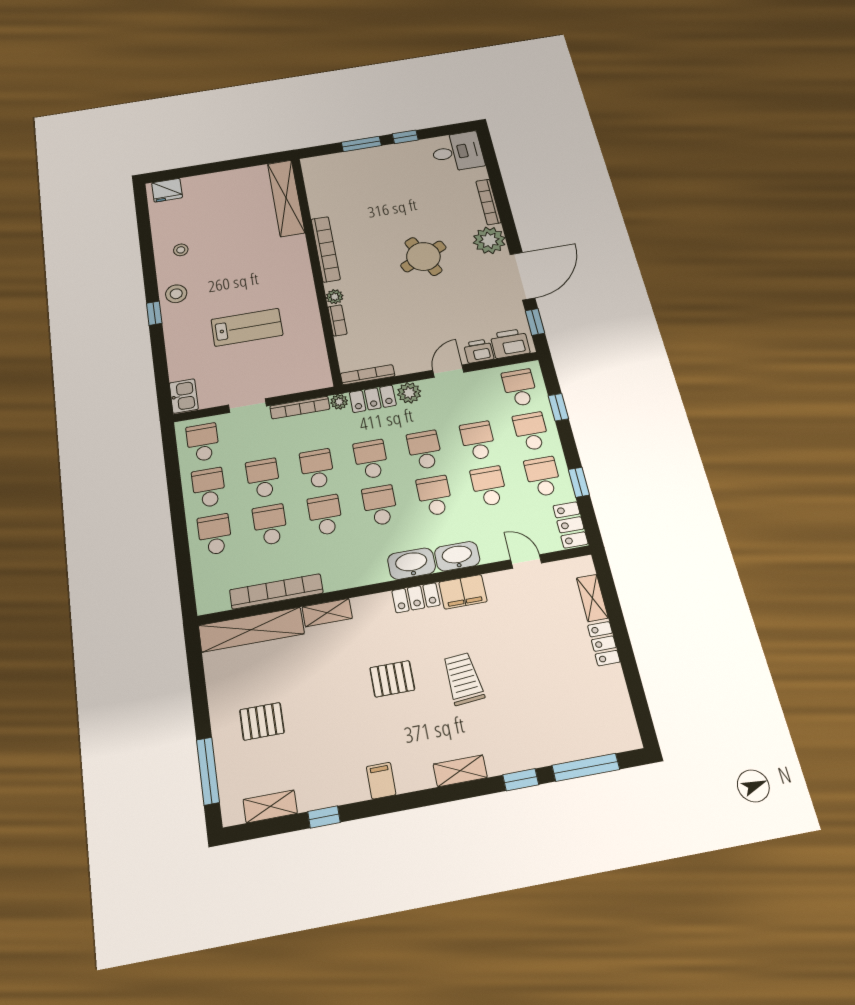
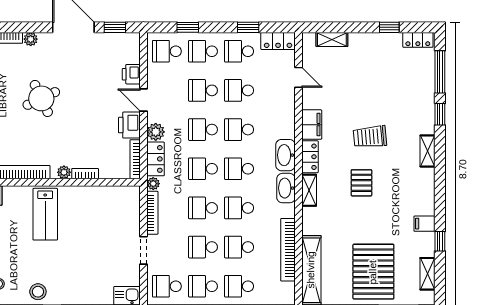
plant: (489, 240) -> (31, 39), width x0.53, depth x0.53
lab bench: (247, 327) -> (45, 214), moved, turned 180
printer: (510, 343) -> (129, 125), moved
washbasin: (457, 556) -> (286, 188), moved
door: (526, 561) -> (298, 77), swing flipped
shelving: (327, 613) -> (309, 190), moved
locker: (604, 644) -> (418, 40), moved
window: (632, 677) -> (389, 27), added
pallet: (262, 721) -> (373, 272), width x2.05, depth x2.00
filing cabinet: (381, 781) -> (424, 224), moved

